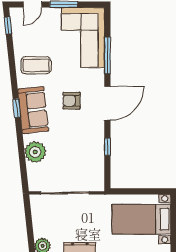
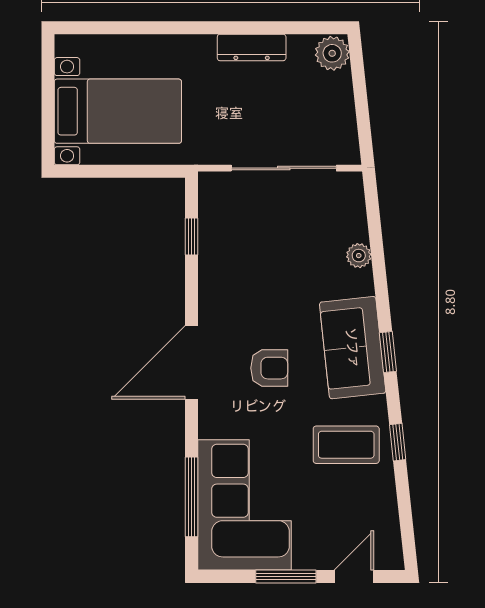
window: (8, 25) -> (398, 442), moved
window: (107, 55) -> (192, 497), moved
window: (107, 147) -> (192, 237), moved
plant: (35, 152) -> (359, 256), width x0.53, depth x0.53

